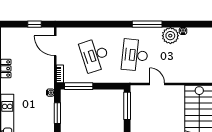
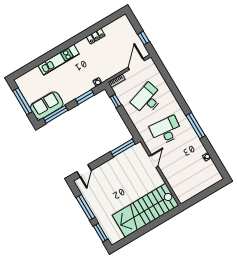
plant: (170, 36) -> (197, 149), removed
window: (79, 86) -> (116, 101), width x0.46

